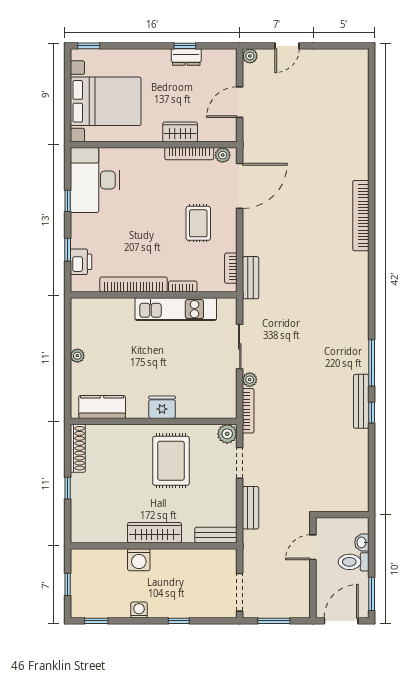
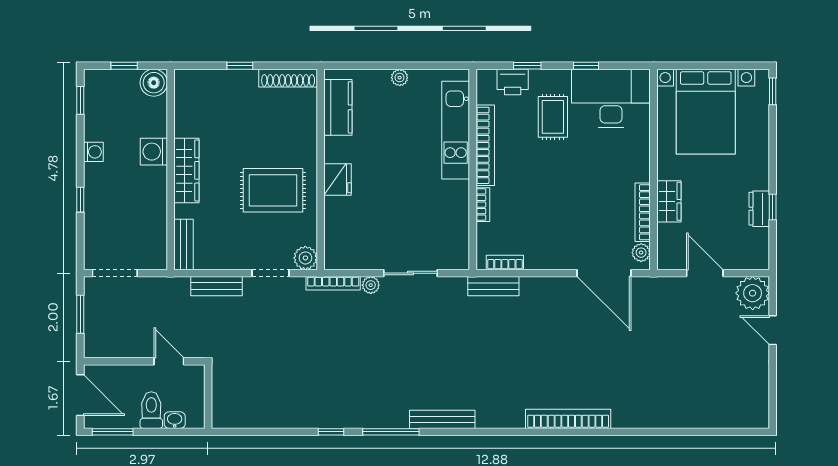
plant: (250, 56) -> (753, 293), width x1.88, depth x1.88
rug: (198, 223) -> (553, 117), moved, turned 90
kitchen unit: (176, 309) -> (456, 130), moved
bench: (361, 401) -> (442, 419), moved
boiler: (82, 560) -> (154, 83), added

